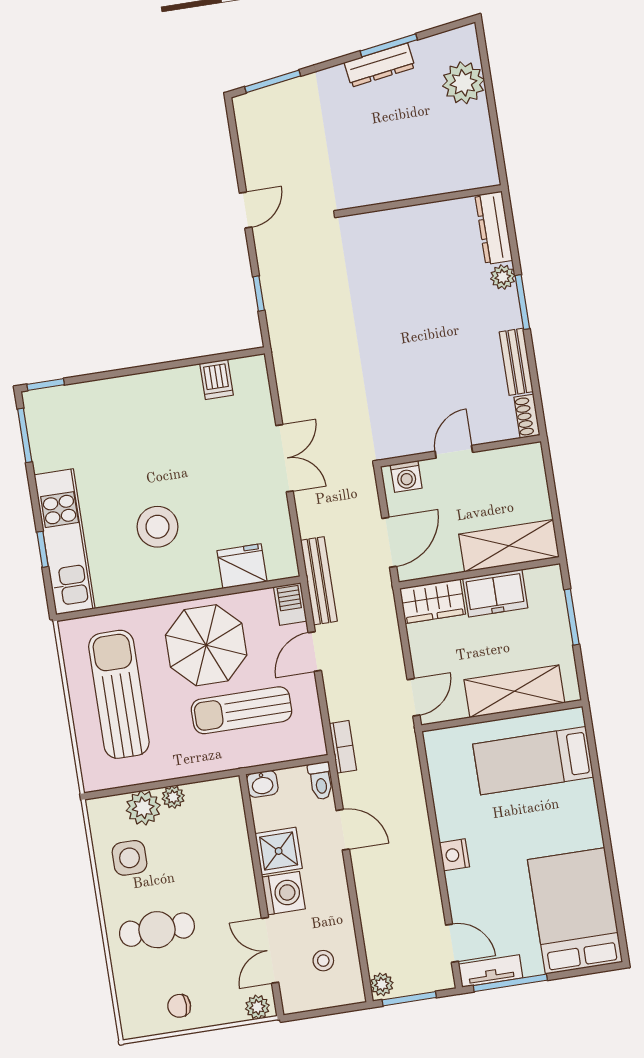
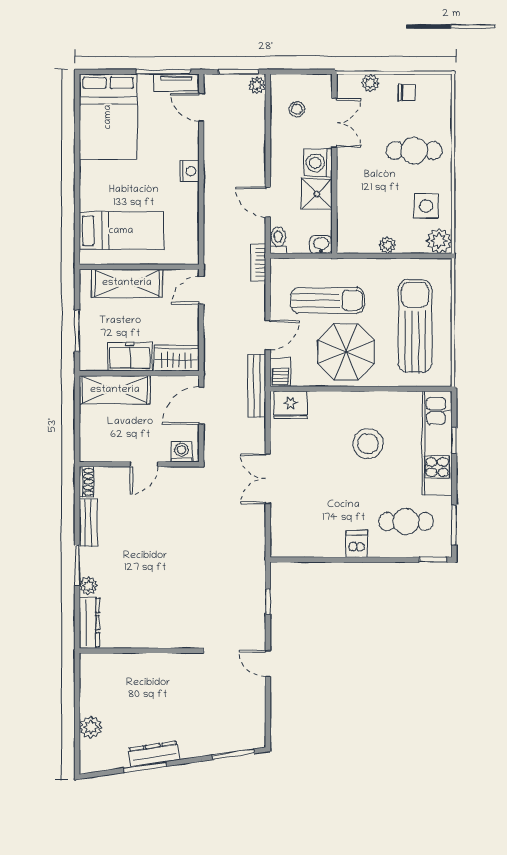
plant: (463, 83) -> (91, 727), width x0.73, depth x0.73
door: (246, 210) -> (268, 664), hinge flipped
dishwasher: (217, 379) -> (357, 544), moved
cafe table: (90, 430) -> (406, 521), added
fridge: (242, 566) -> (291, 405), moved
sun lounger: (119, 694) -> (415, 326), turned 180
plant: (143, 808) -> (439, 241), moved
plant: (257, 1007) -> (370, 83), moved

